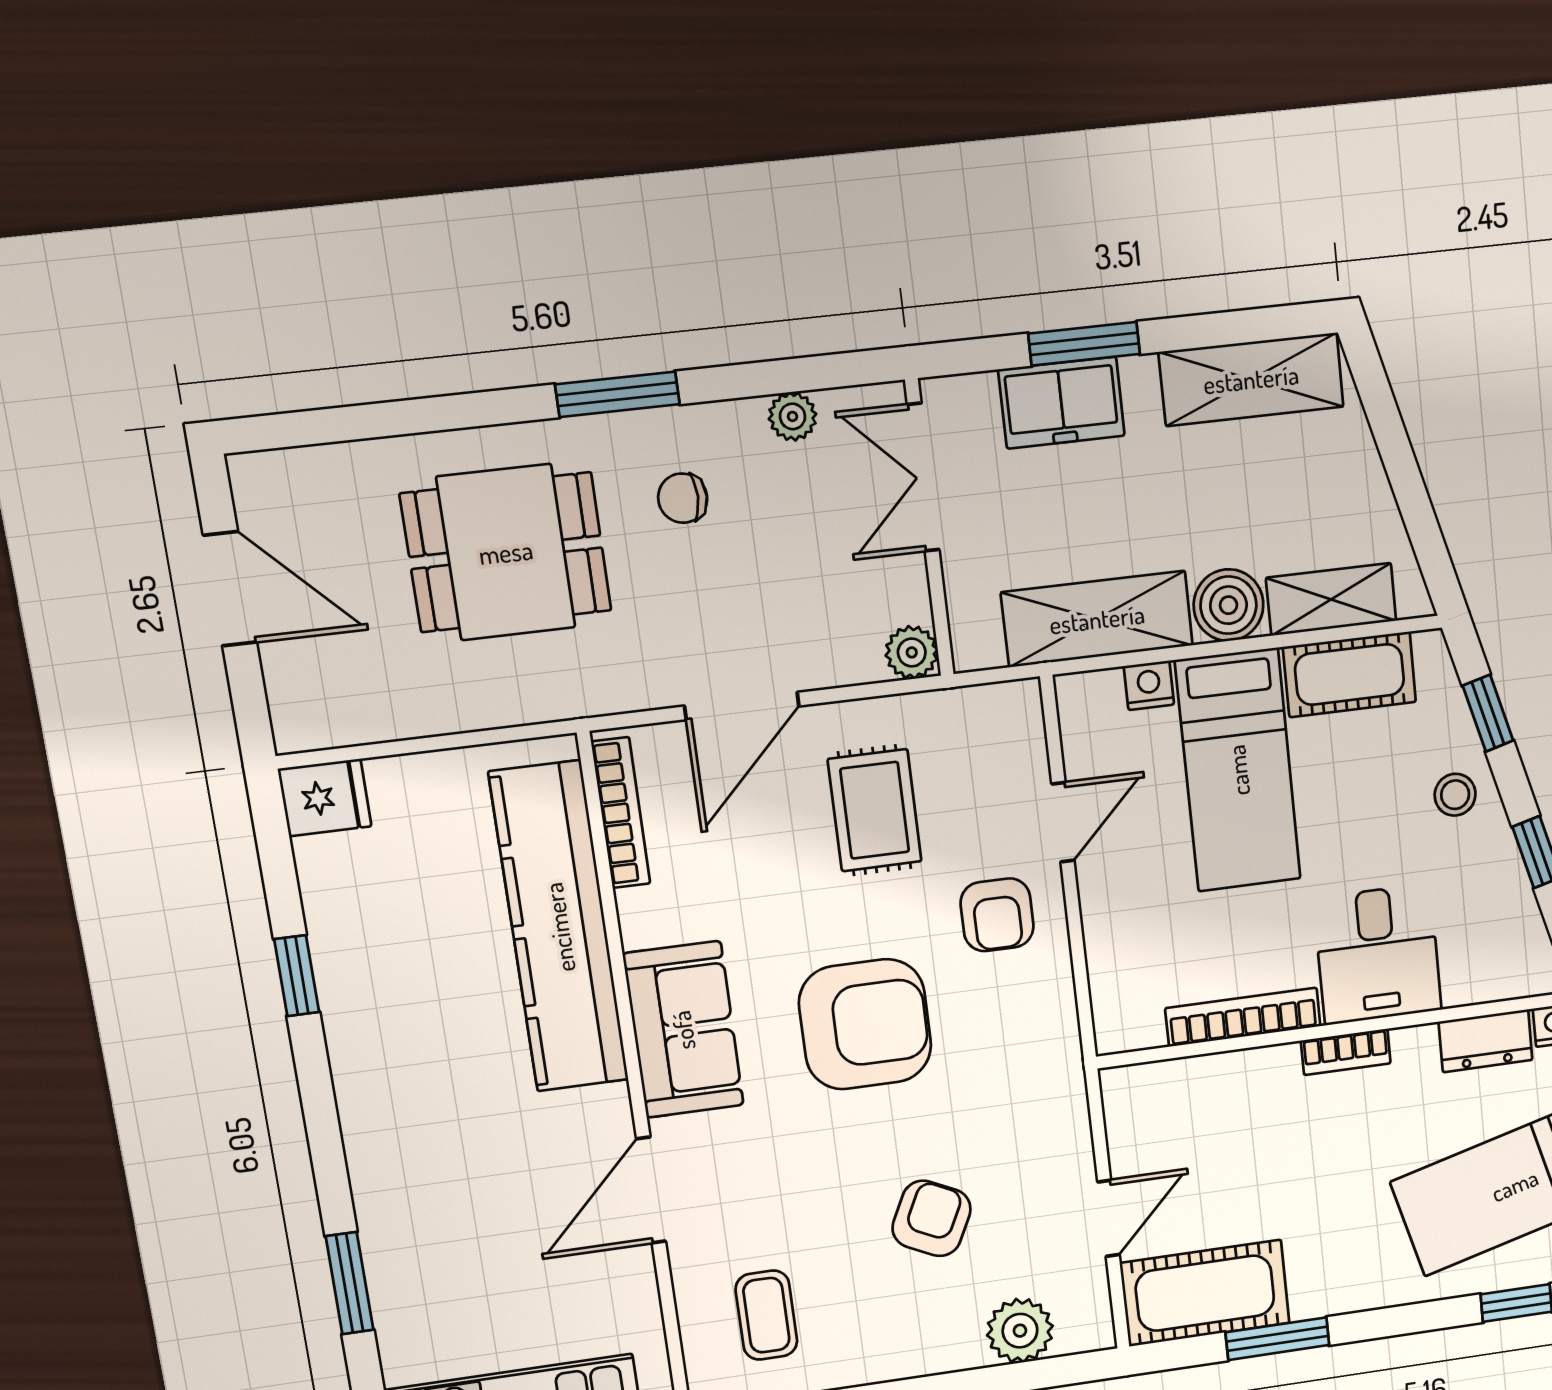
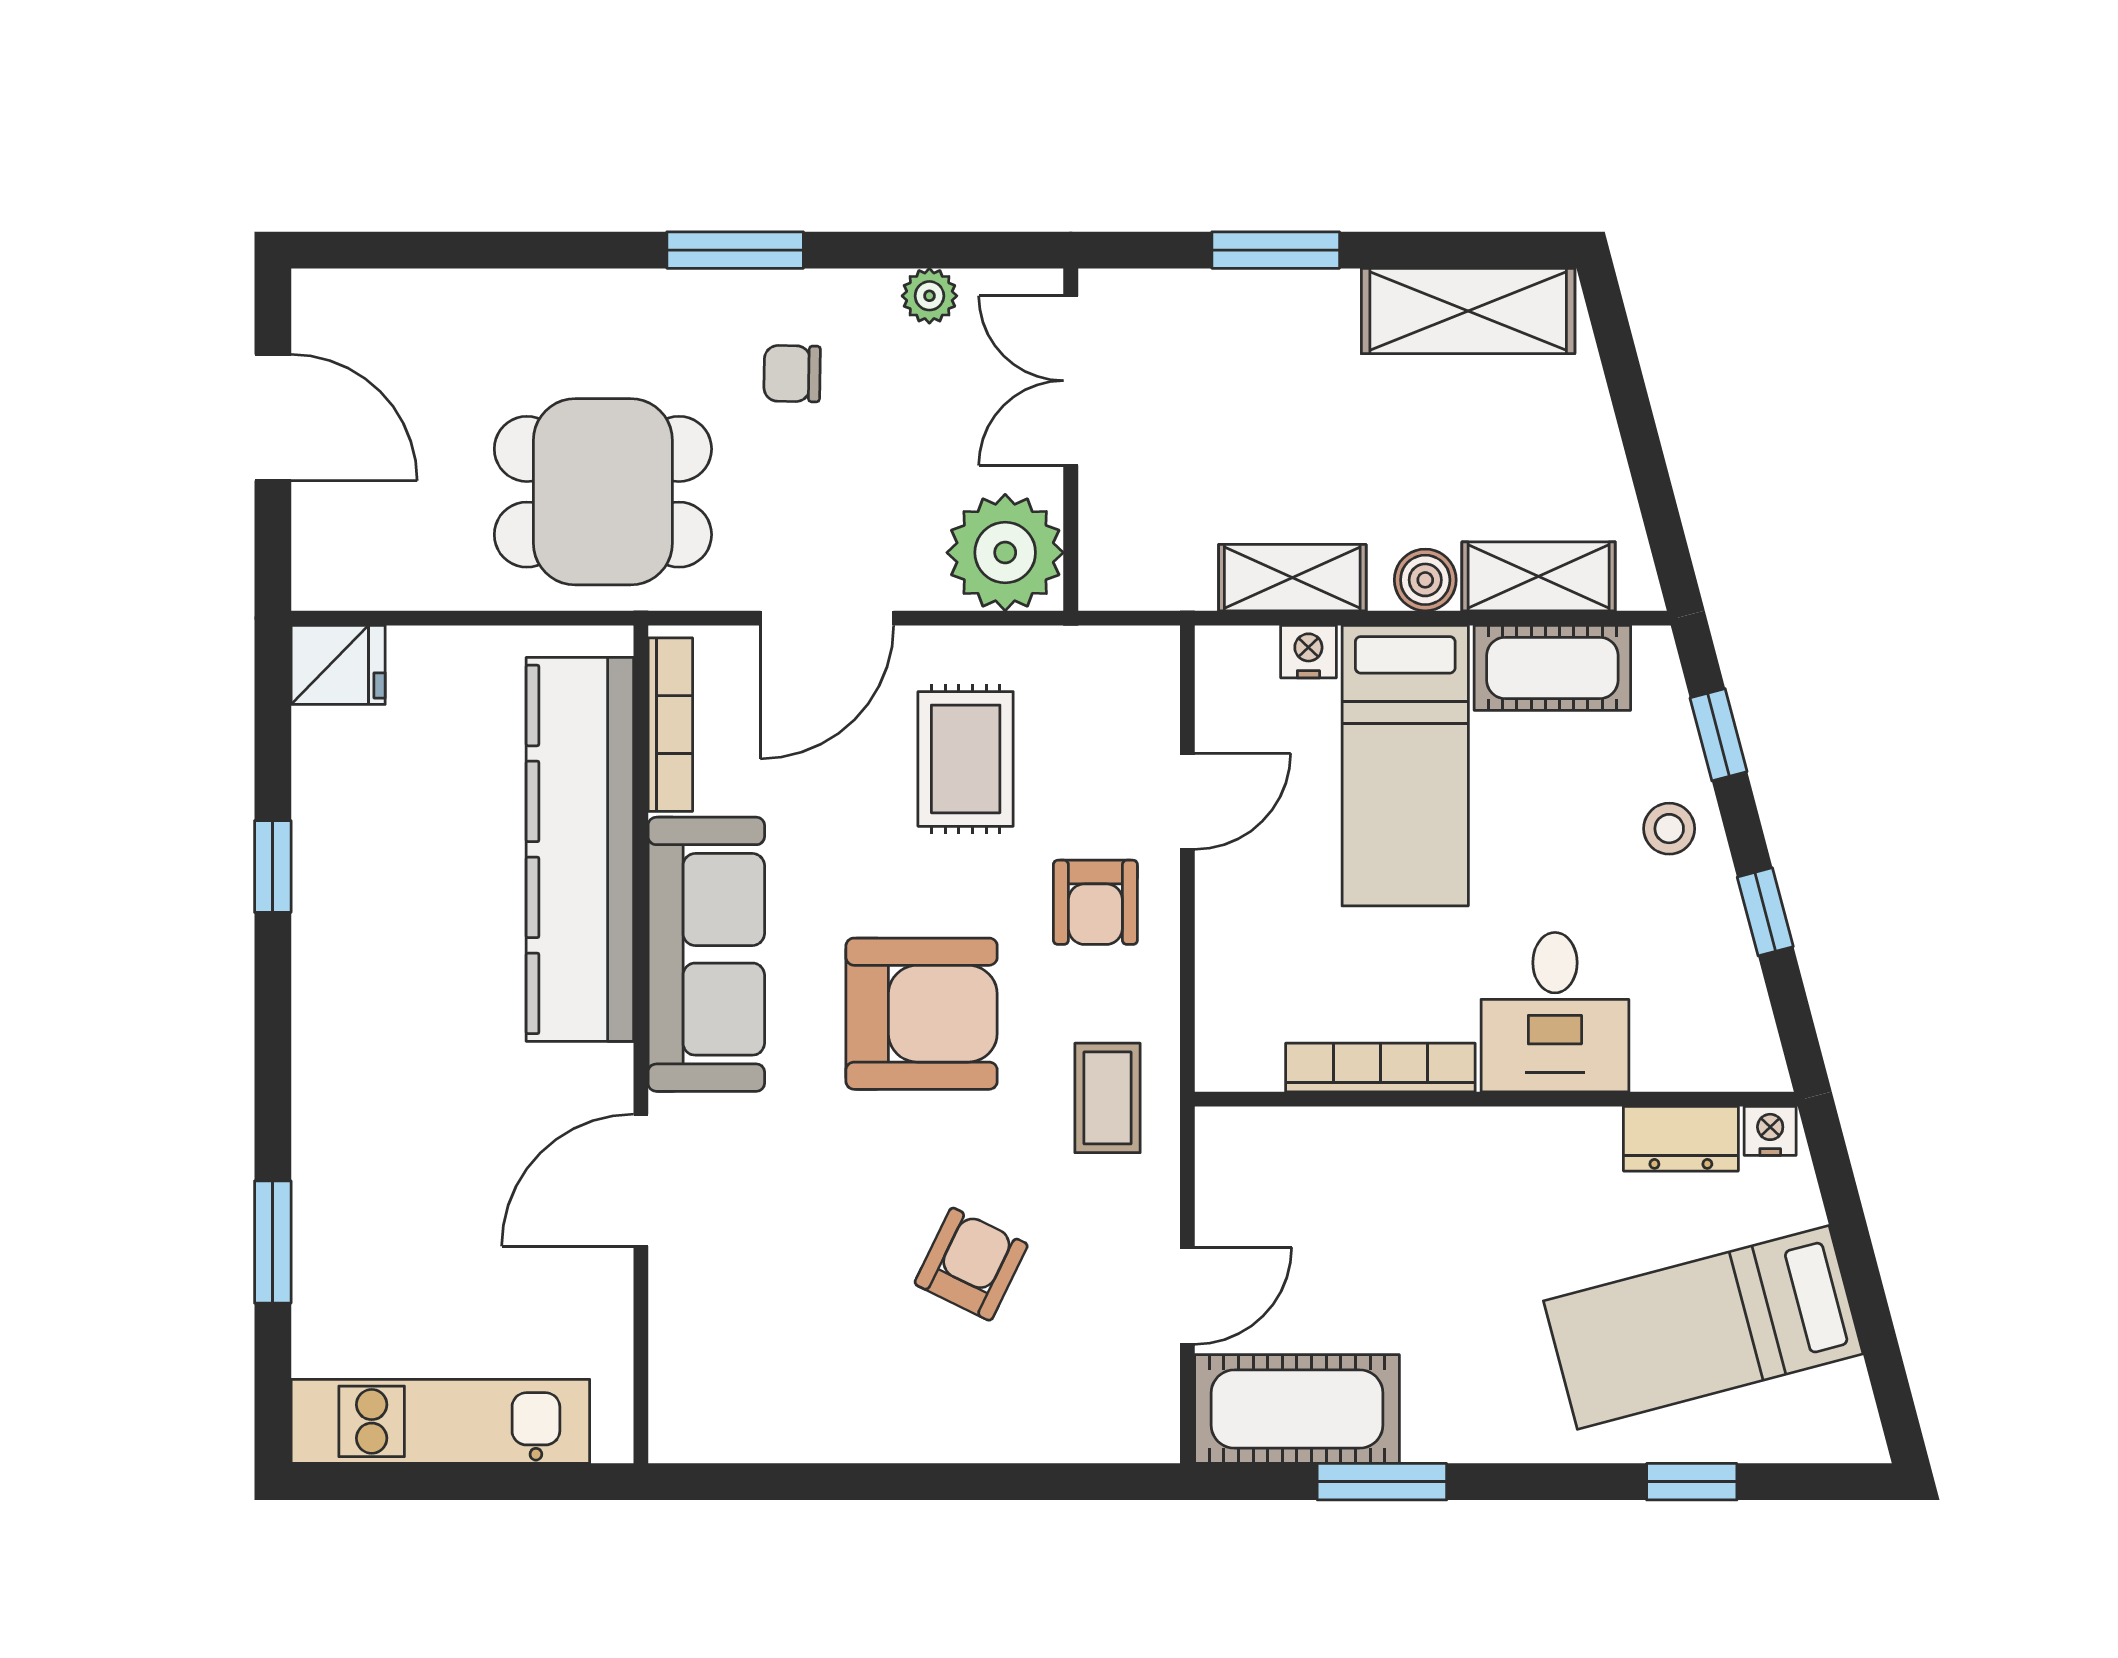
freezer: (1061, 403) -> (1242, 314), removed
dining table: (506, 552) -> (603, 492), moved
boiler: (1228, 605) -> (1425, 580), width x0.73, depth x0.73
shelving: (1097, 619) -> (1292, 578), width x0.67, depth x0.75
plant: (912, 652) -> (1005, 553), width x1.88, depth x1.88
sofa: (683, 1030) -> (706, 954), width x1.36
bookcase: (1346, 1052) -> (1504, 1128), removed
coffee table: (766, 1315) -> (1108, 1098), moved
plant: (1020, 1331) -> (1062, 1422), removed

